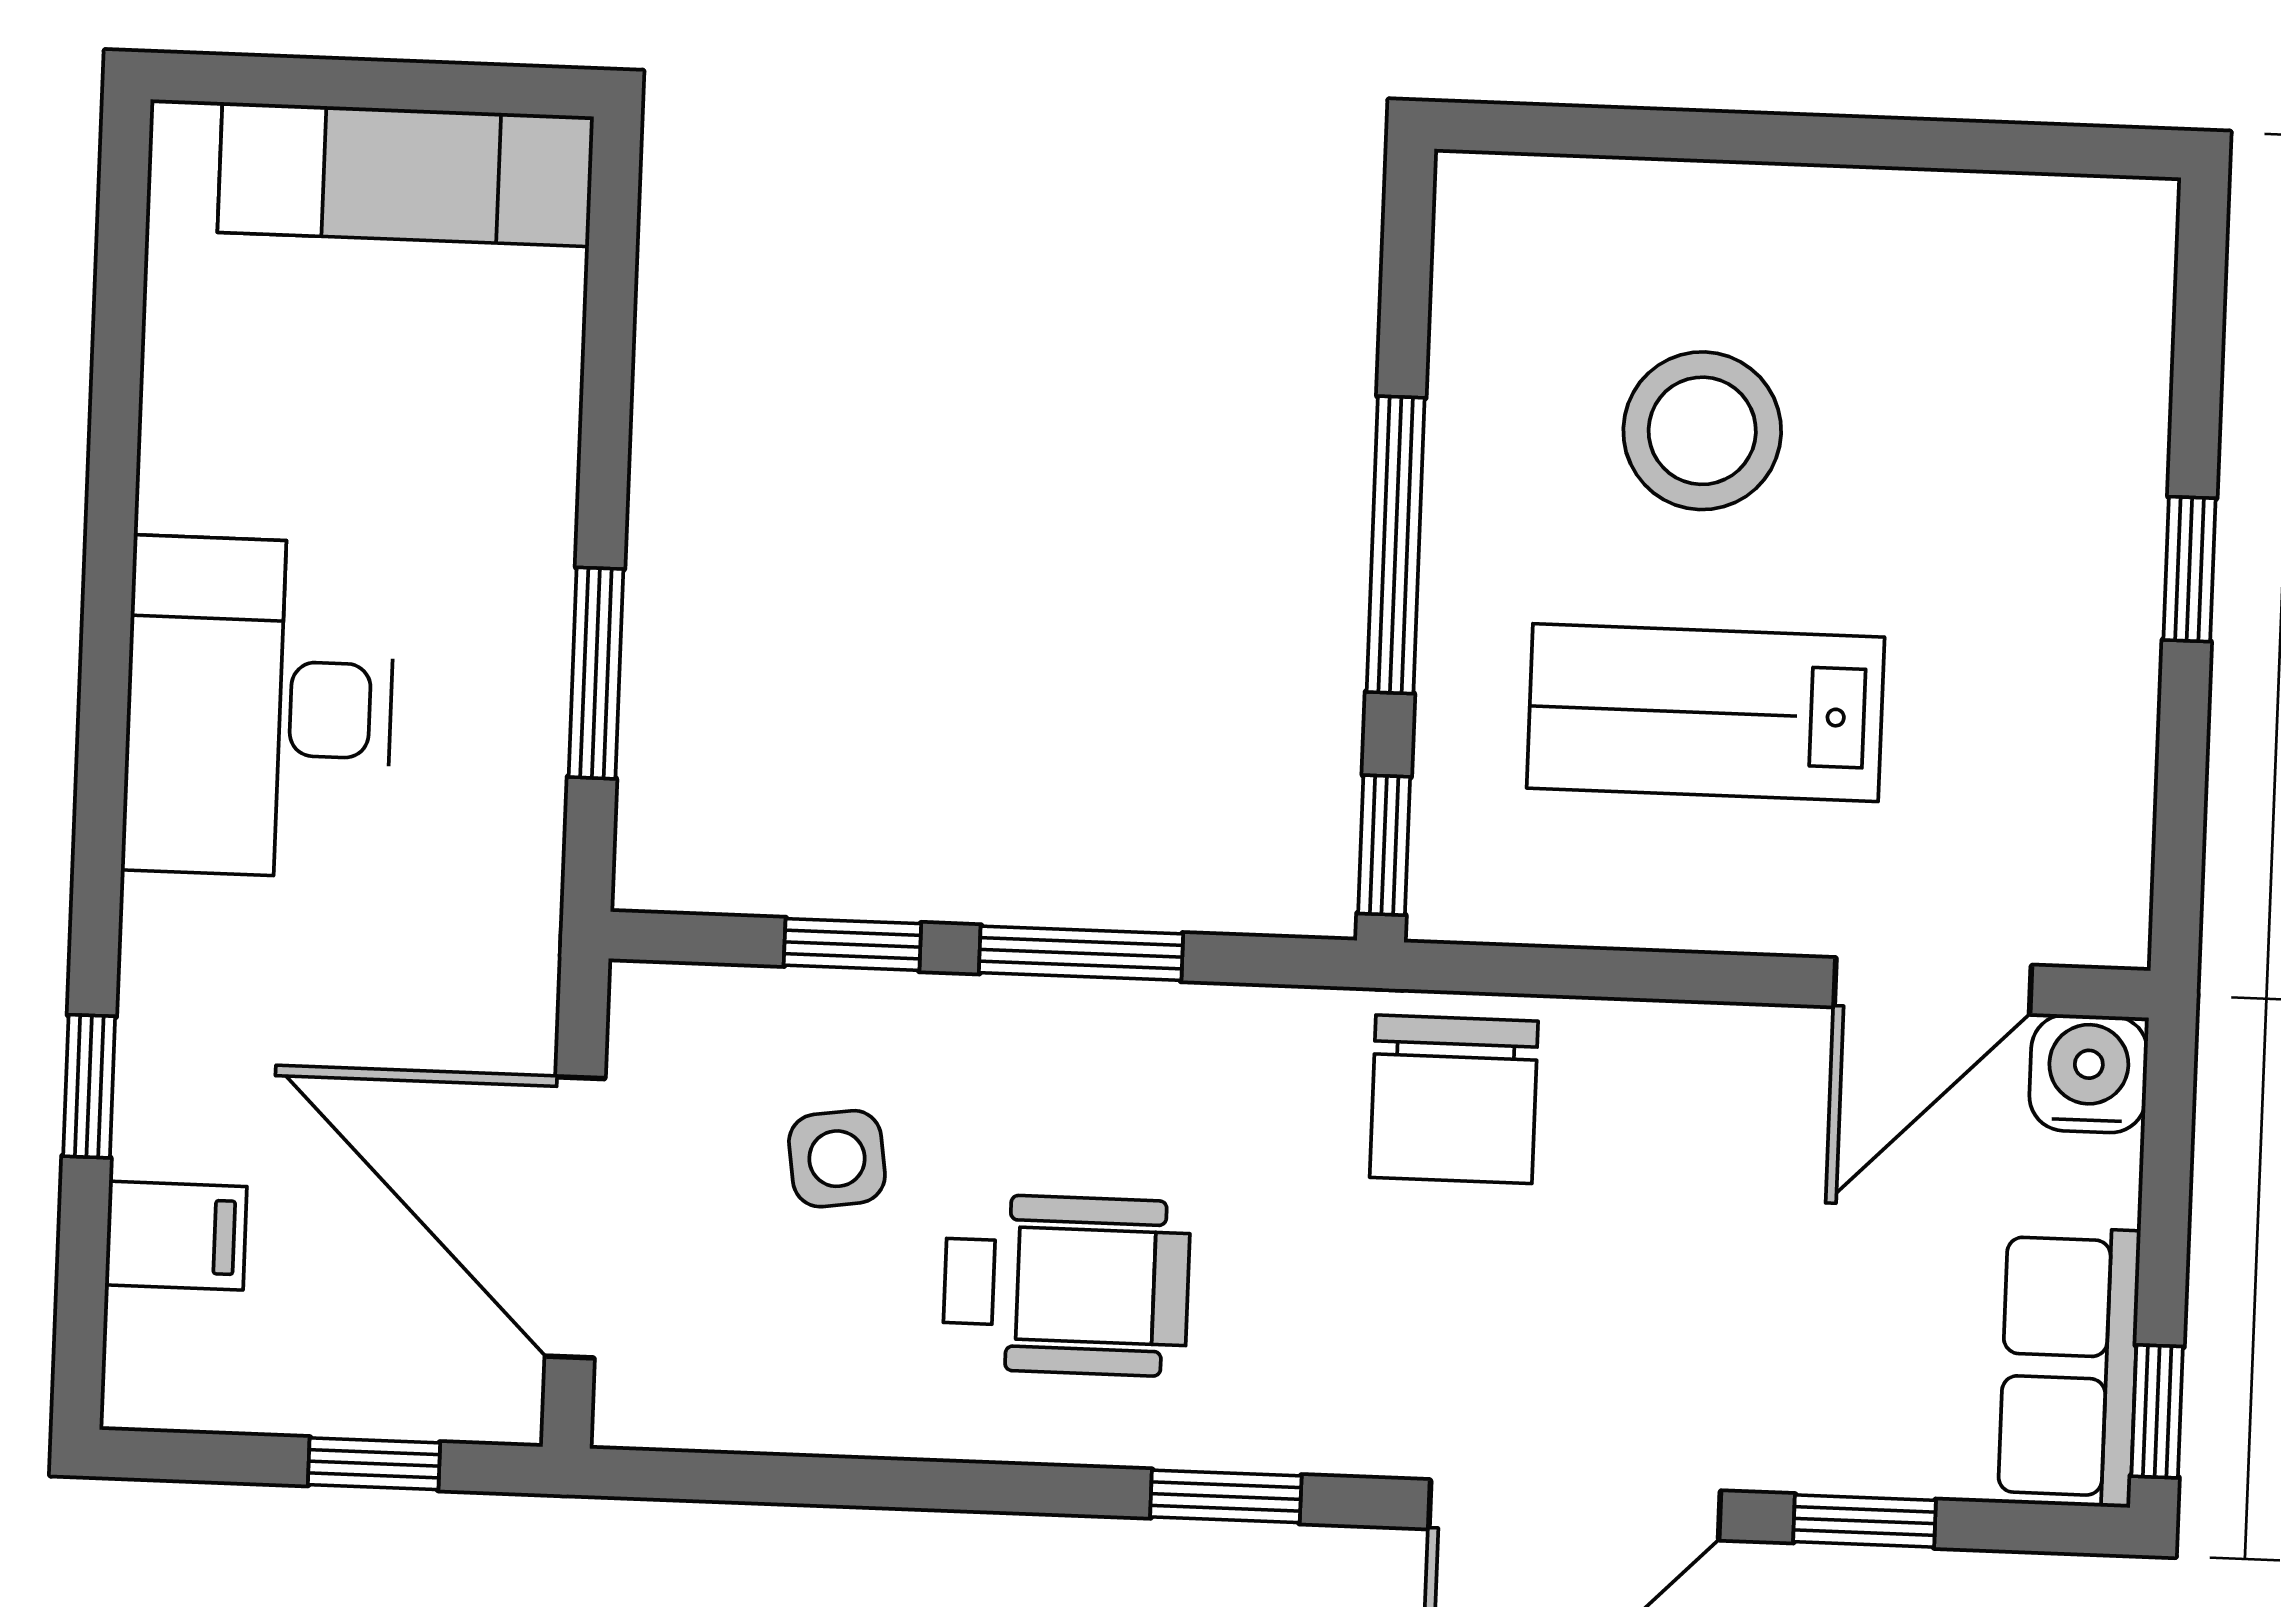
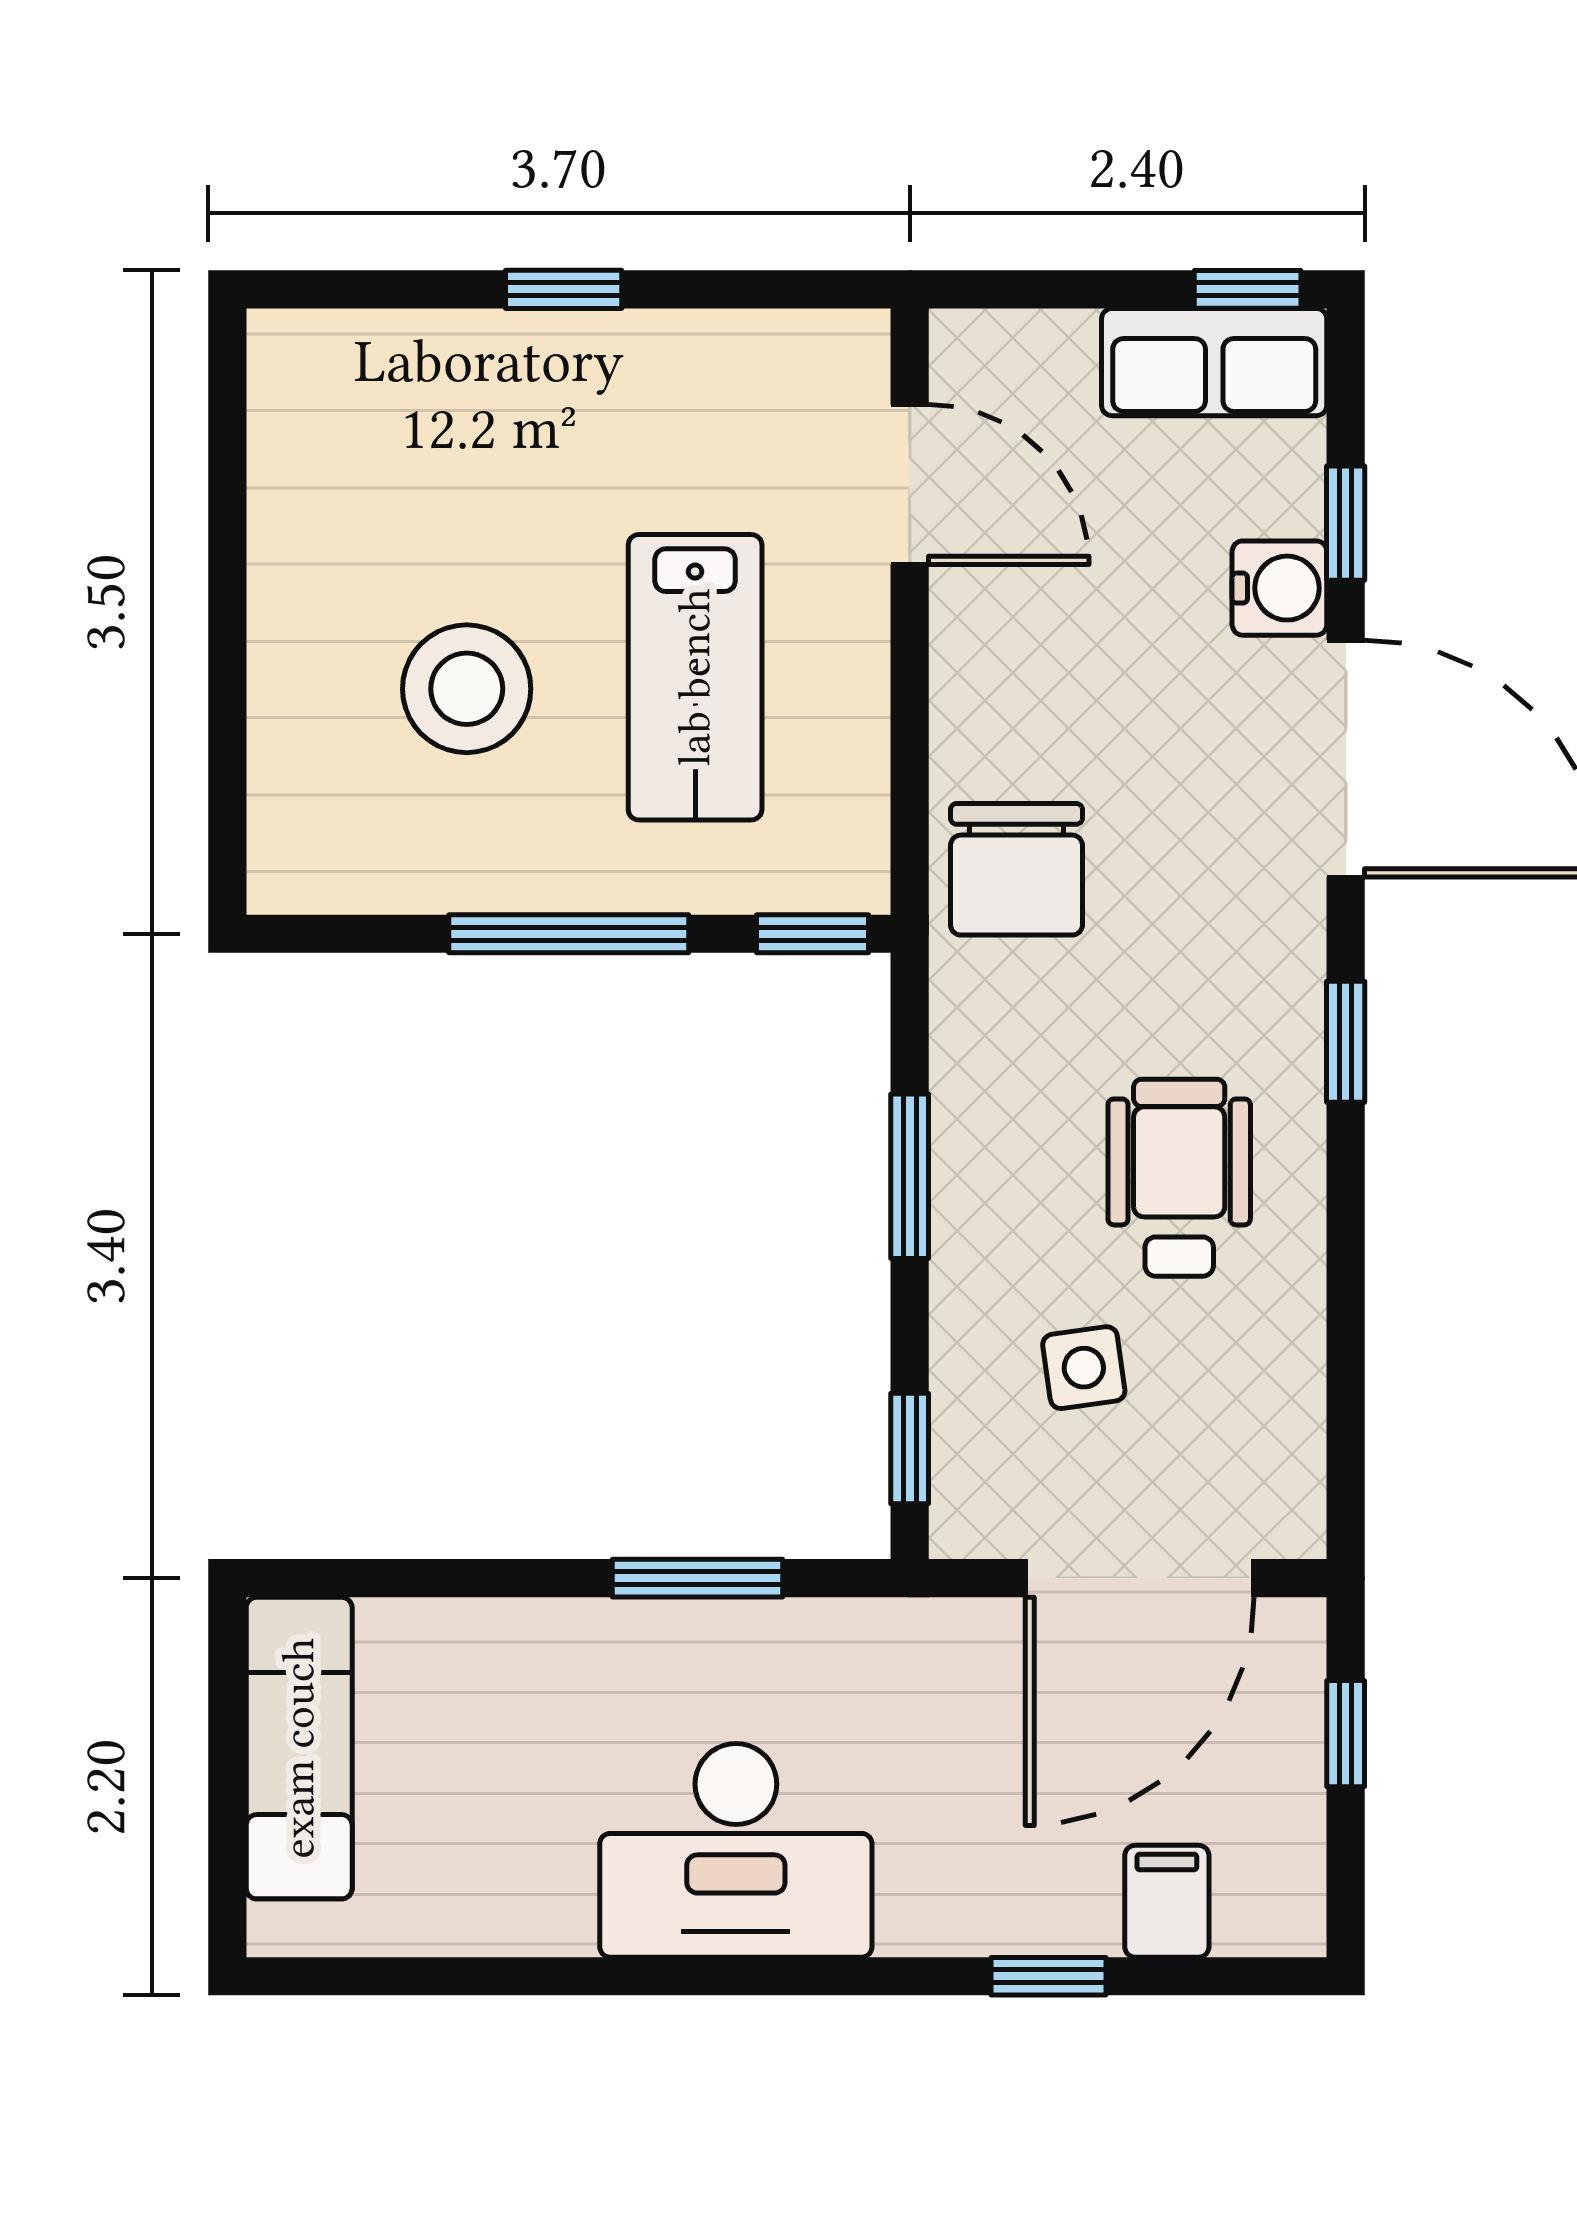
window: (852, 944) -> (910, 1448), moved
water cooler: (2088, 1074) -> (1279, 588), moved, turned 180
chair: (1454, 1099) -> (1016, 869), turned 90

